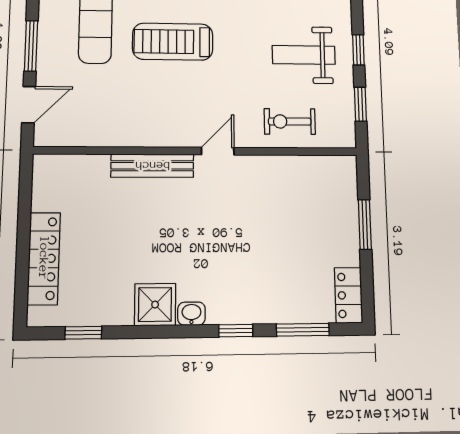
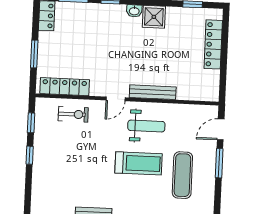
weight bench: (304, 55) -> (146, 126), moved
locker: (308, 169) -> (65, 87), added

